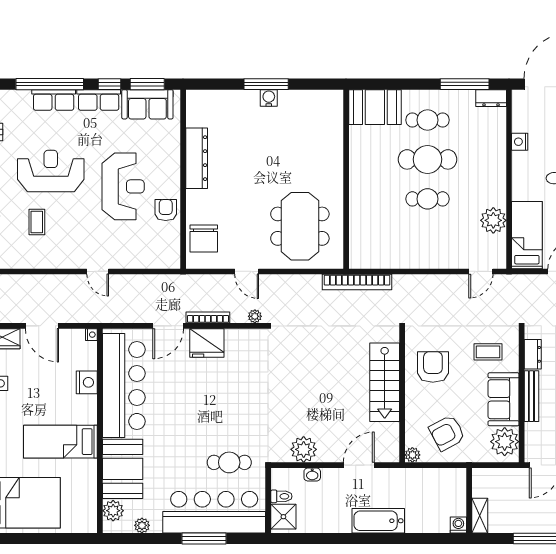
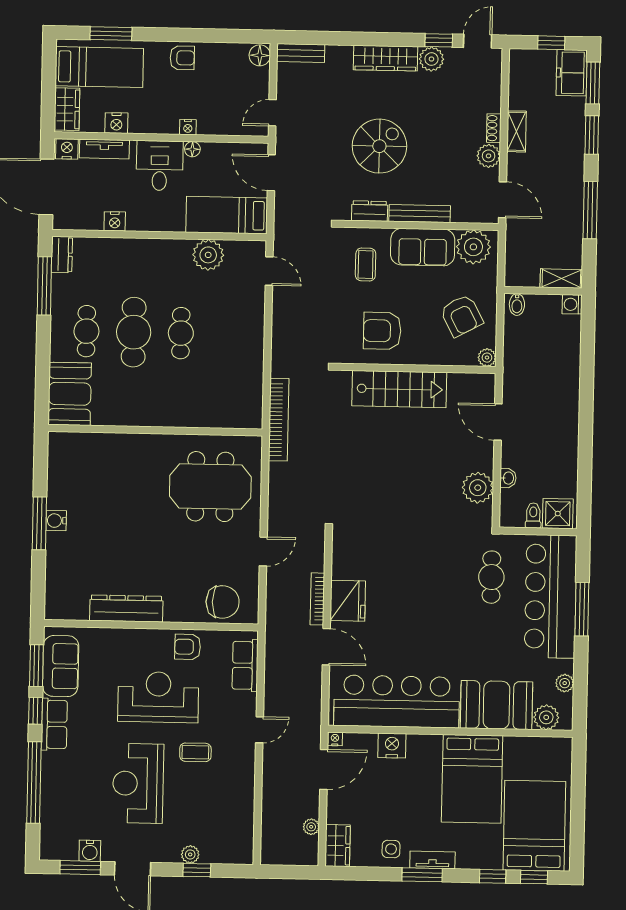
row of seats: (54, 100) -> (245, 665), moved, turned 180
coffee table: (37, 222) -> (195, 752), moved
plant: (255, 316) -> (311, 827), moved
door: (42, 326) -> (324, 770), moved
bed: (60, 442) -> (472, 779), width x1.50
bidet: (457, 479) -> (517, 305), added
bathtub: (378, 521) -> (565, 400), removed

